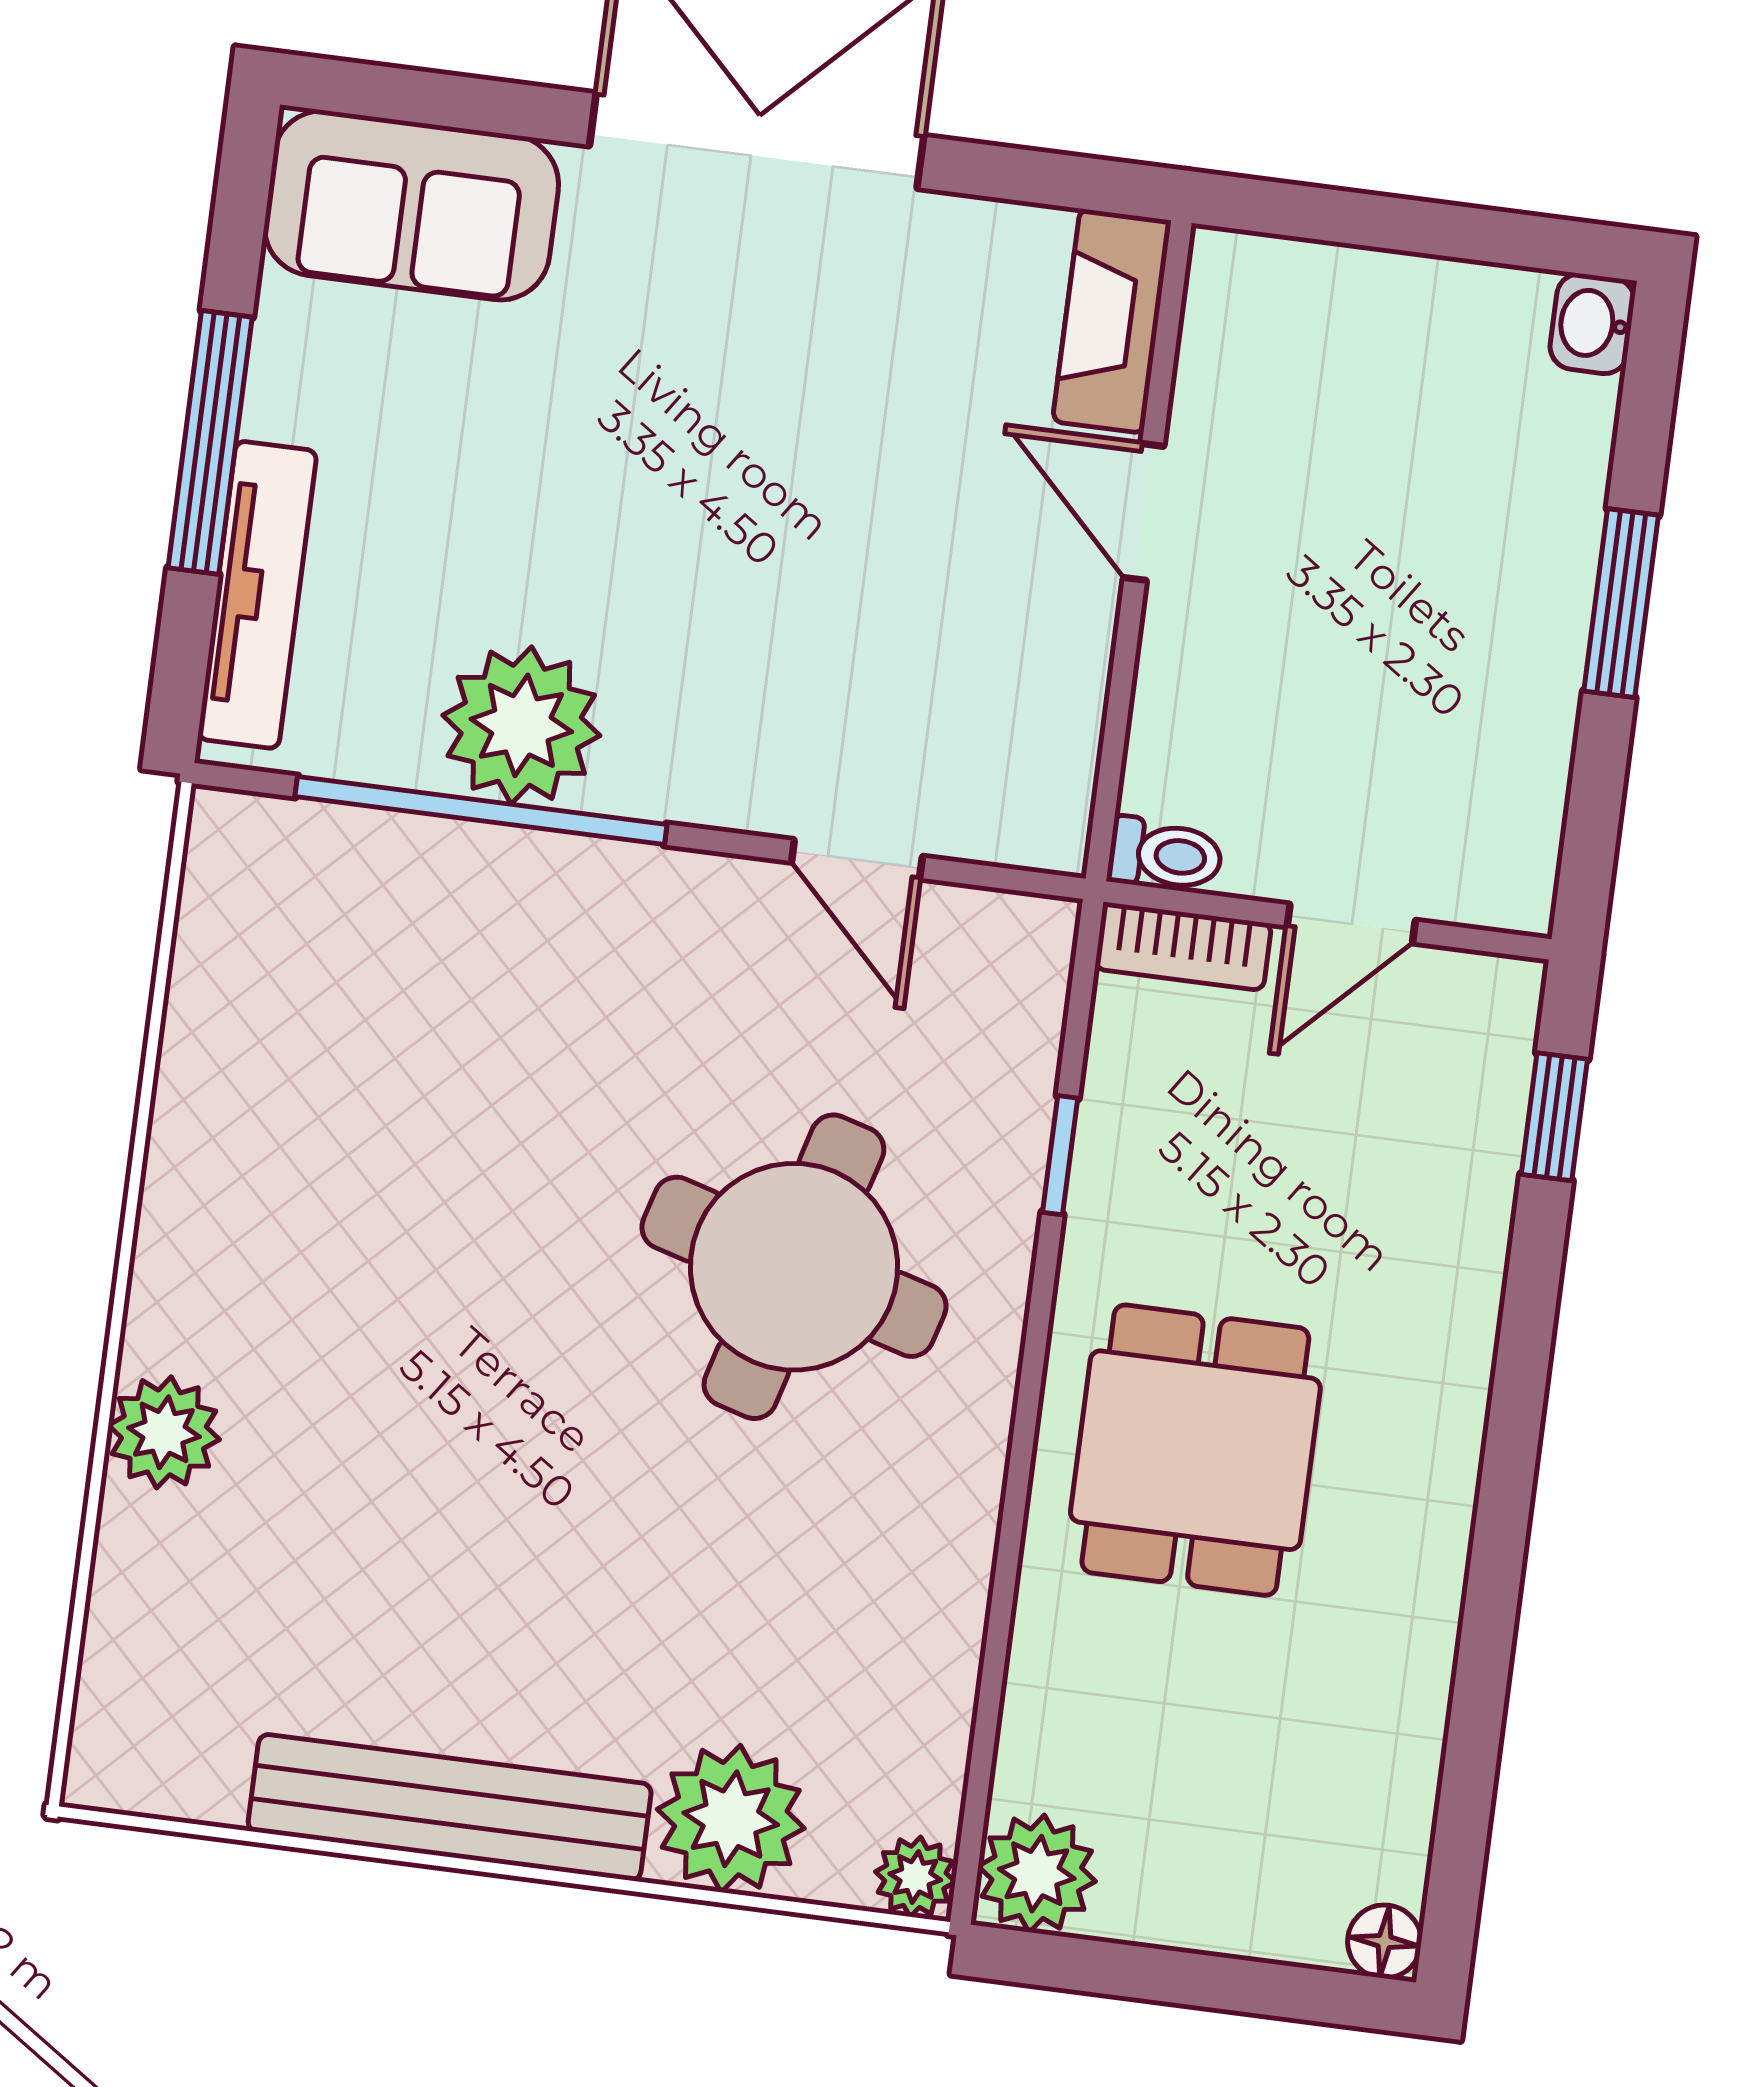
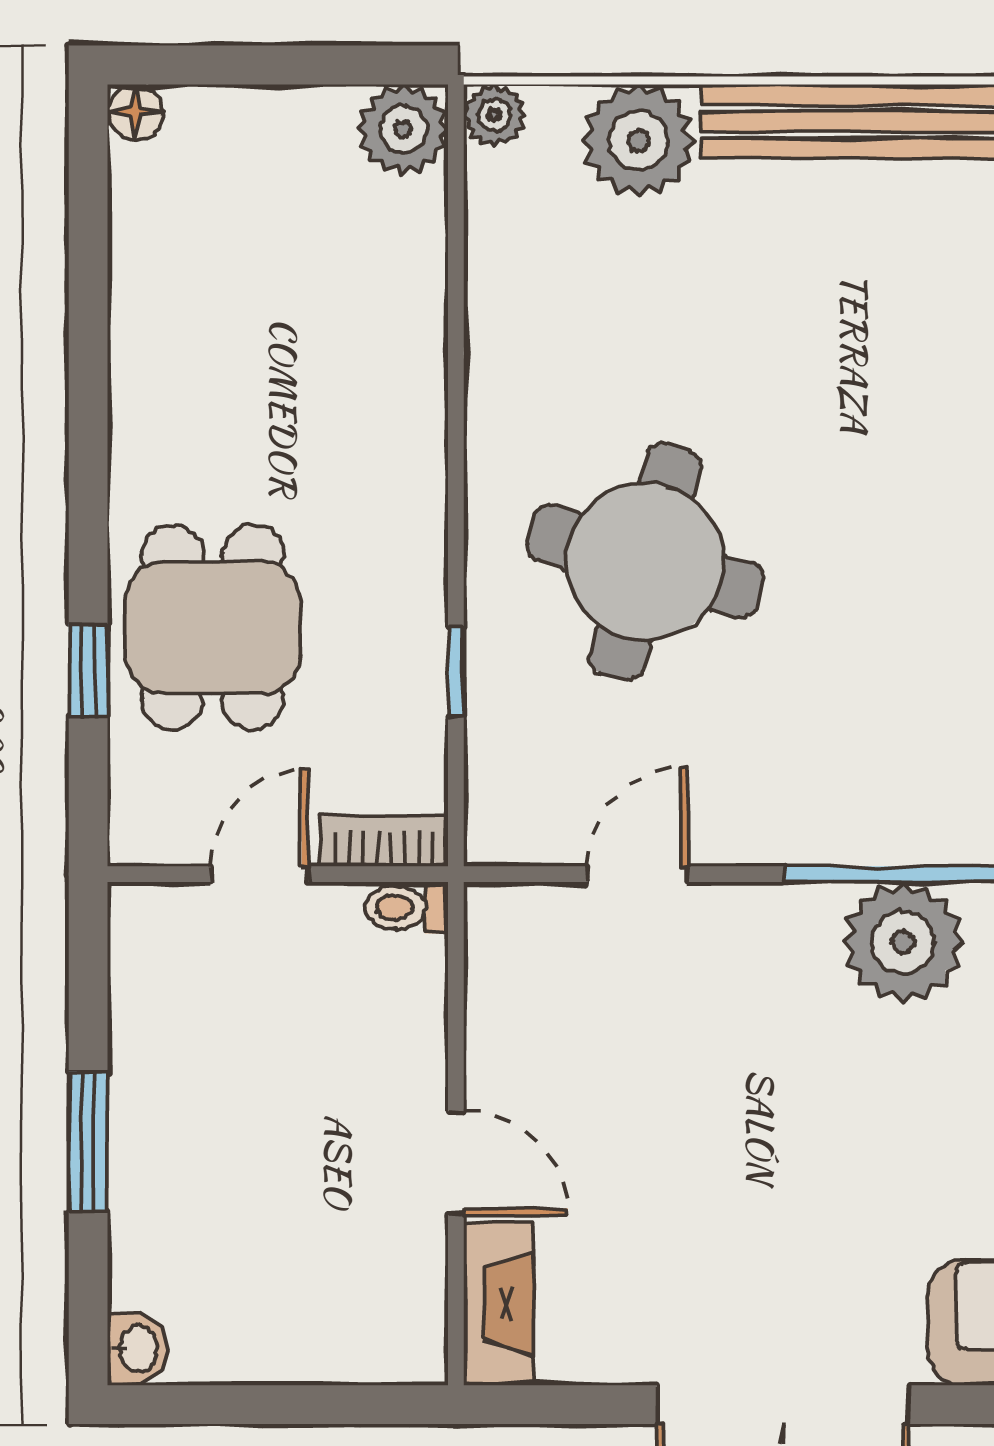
door: (857, 859) -> (638, 874), hinge flipped
window: (1554, 1117) -> (88, 670), moved
dining table: (1195, 1450) -> (213, 627), moved

